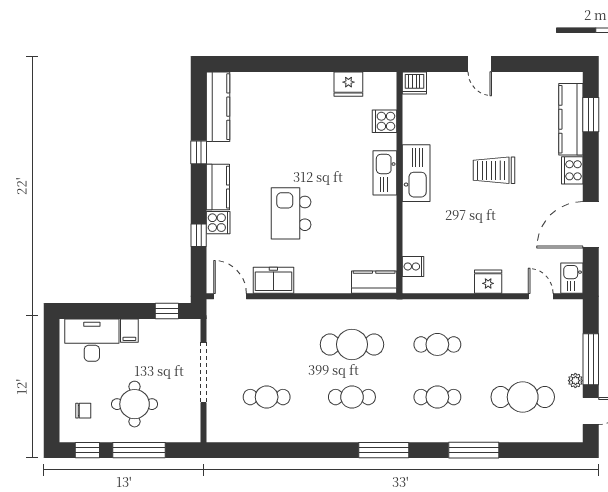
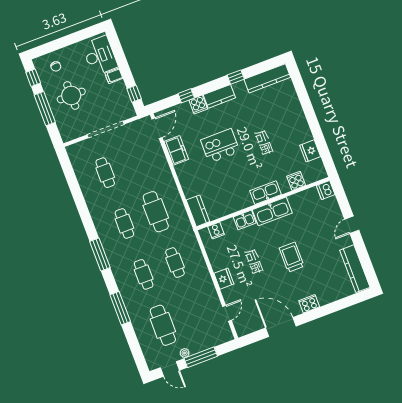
window: (591, 115) -> (346, 302), removed
kitchen counter: (571, 119) -> (355, 269), moved, turned -90
kitchen sink: (572, 278) -> (245, 220), moved, turned 180

